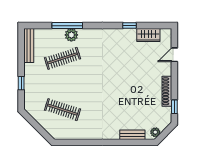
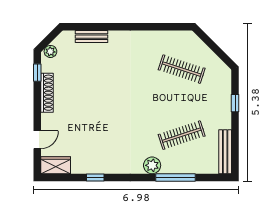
plant: (71, 35) -> (152, 165), moved
wardrobe: (148, 35) -> (56, 165), moved
plant: (155, 132) -> (50, 51), moved

